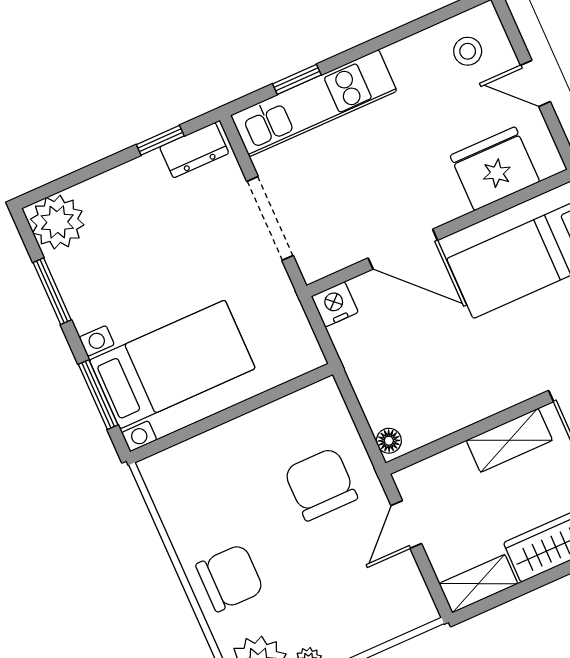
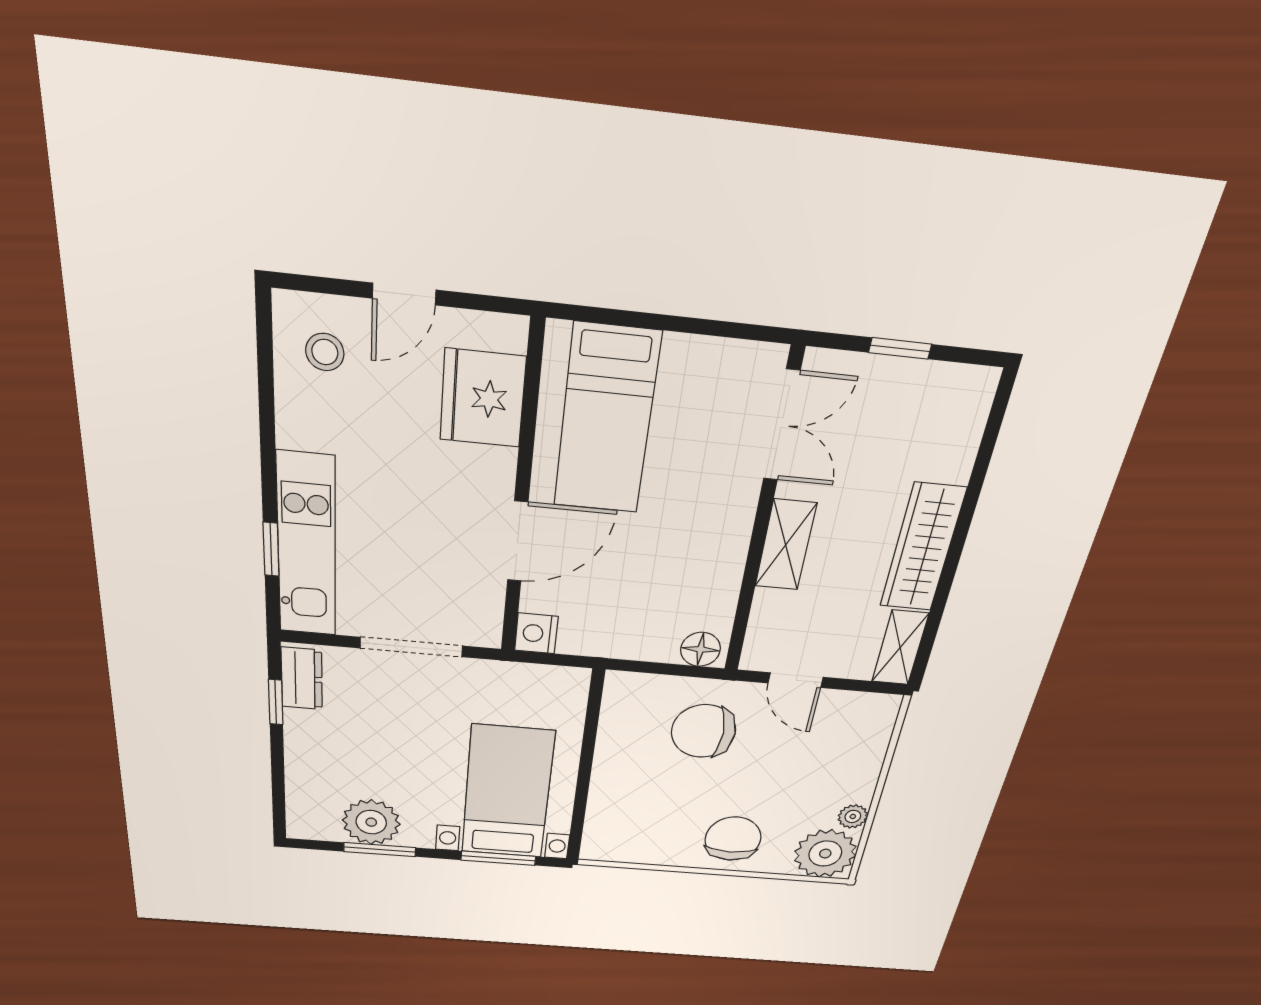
plant: (57, 222) -> (371, 822), moved
floor lamp: (389, 441) -> (701, 649), width x1.37, depth x1.37

